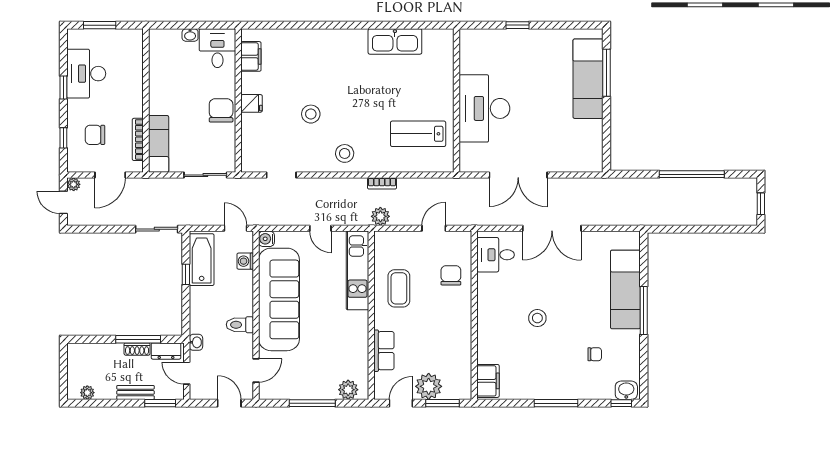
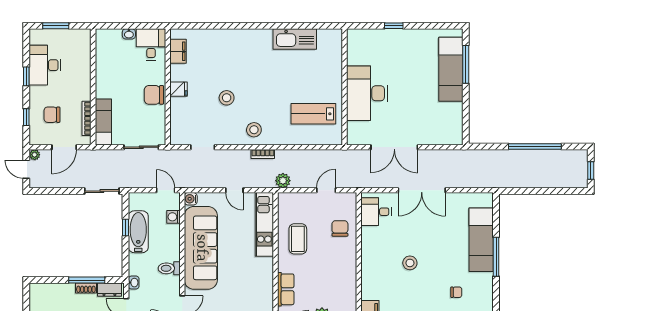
chair: (221, 110) -> (154, 95), turned -90
bookcase: (382, 183) -> (263, 154), moved
bathtub: (202, 260) -> (138, 232), moved

